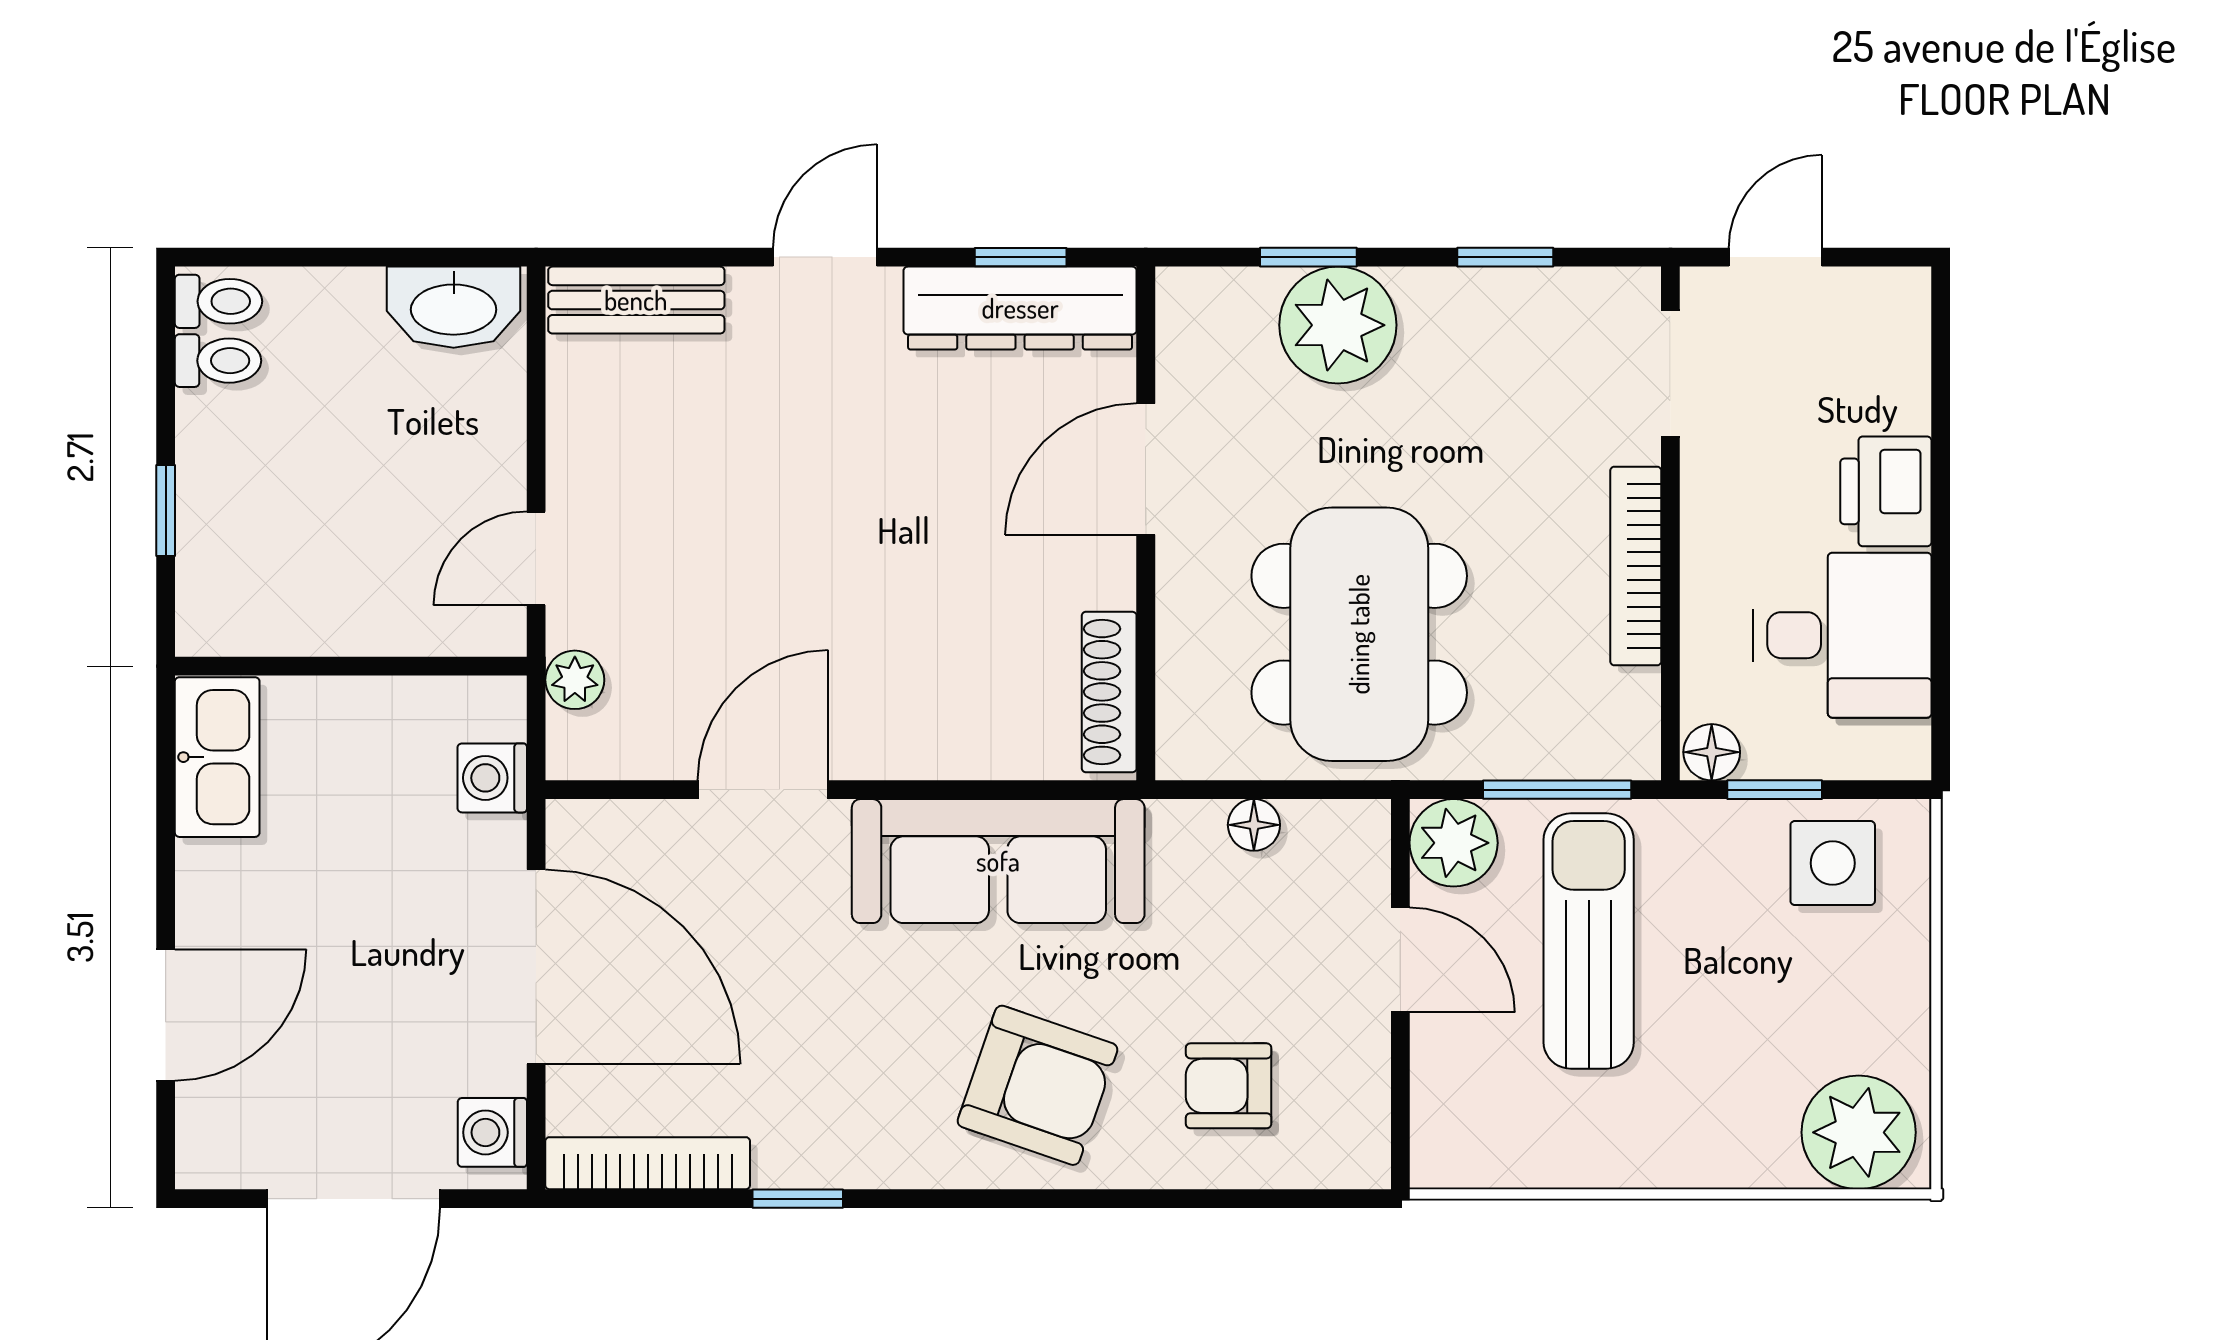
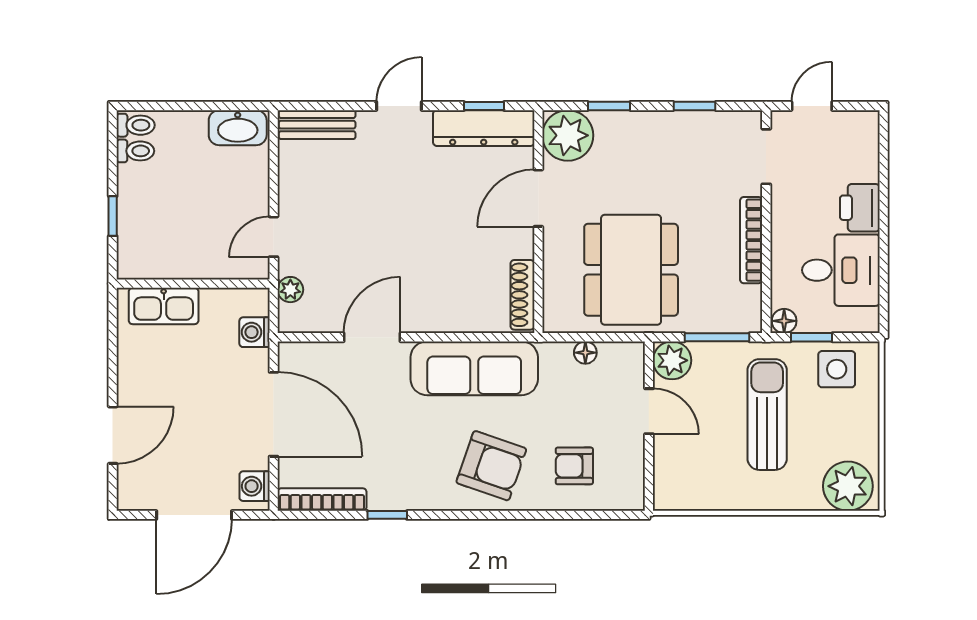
plant: (1338, 325) -> (568, 135), moved
kitchen sink: (217, 757) -> (164, 306), moved, turned 90
sun lounger: (1589, 941) -> (767, 415), moved

